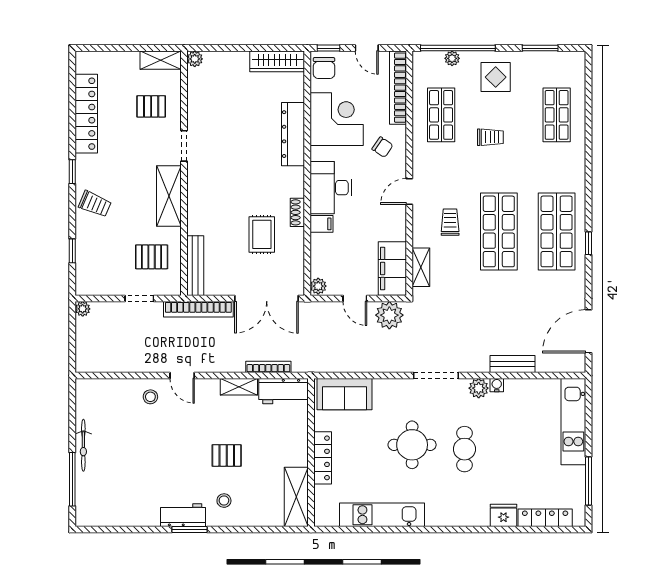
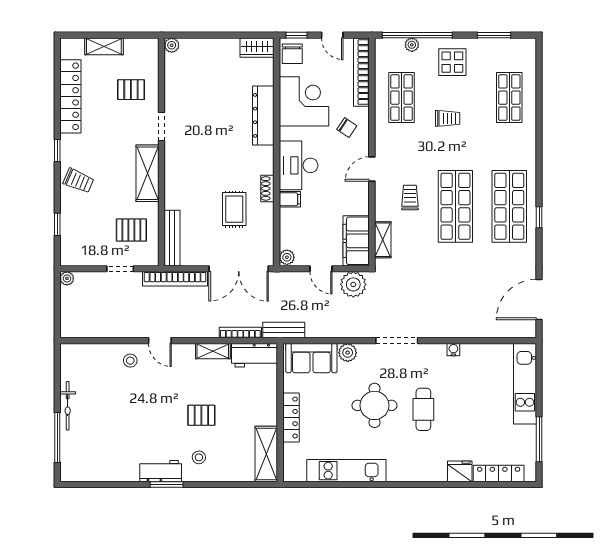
shelving: (161, 60) -> (104, 46), moved
wardrobe: (277, 61) -> (257, 48), width x0.67
bench: (512, 364) -> (284, 330), moved
plant: (479, 388) -> (348, 353), moved

